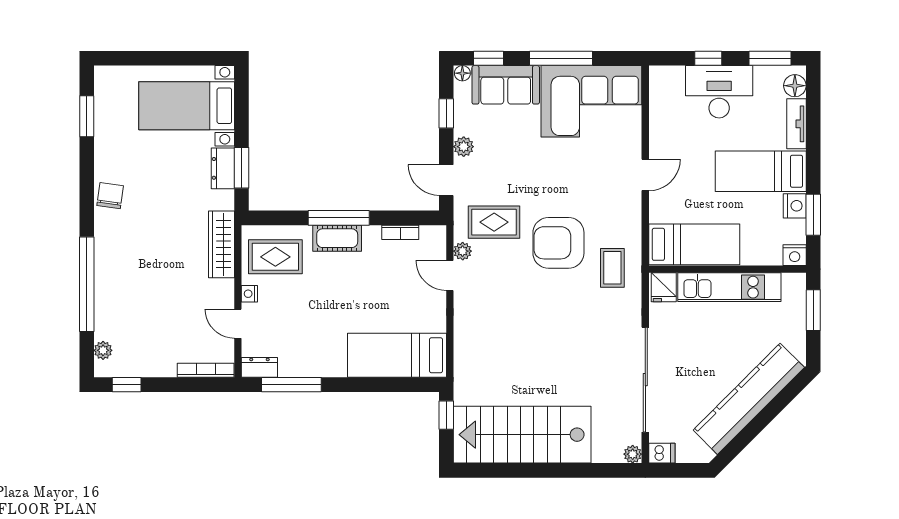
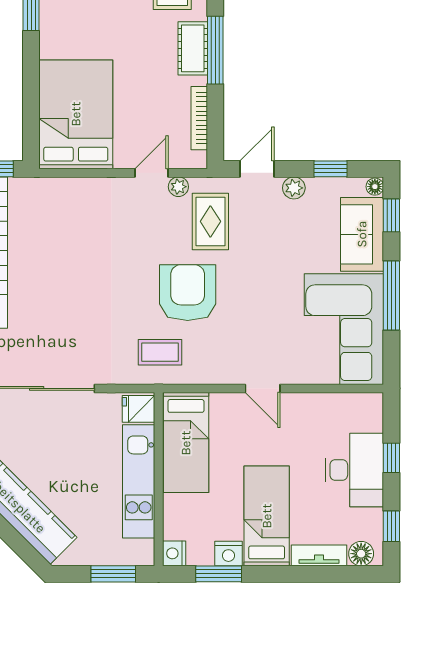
window: (770, 58) -> (391, 526), width x0.67
bookcase: (400, 232) -> (199, 118), width x1.56
bed: (397, 355) -> (76, 114), width x1.50

